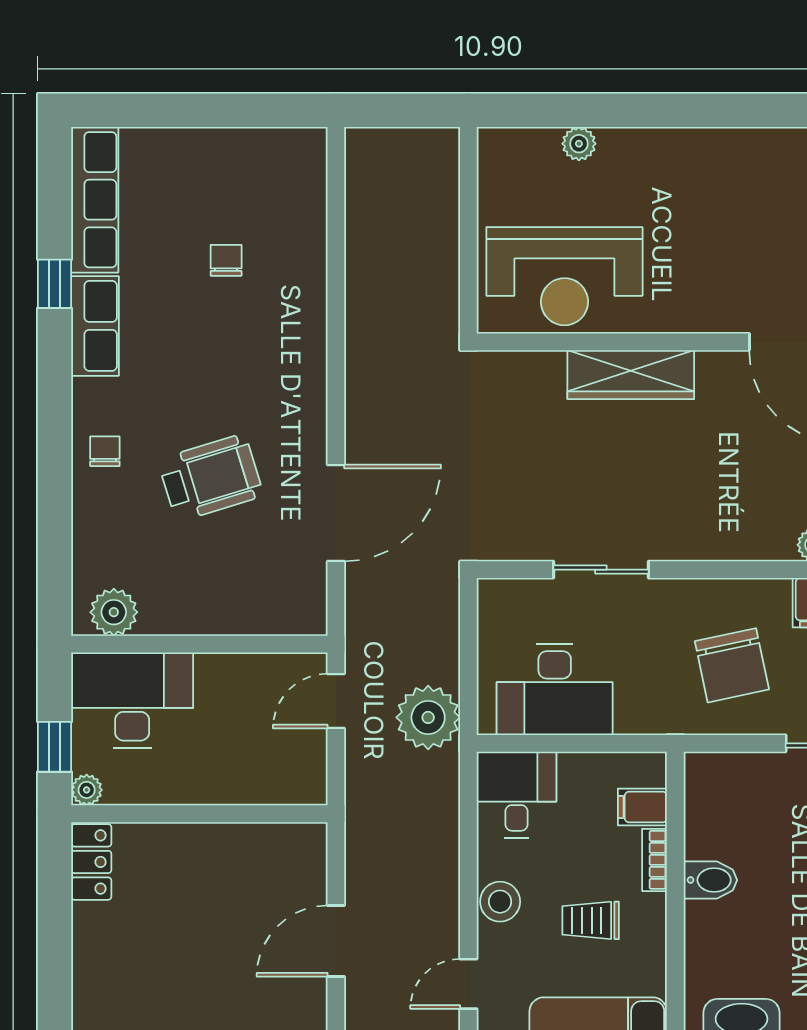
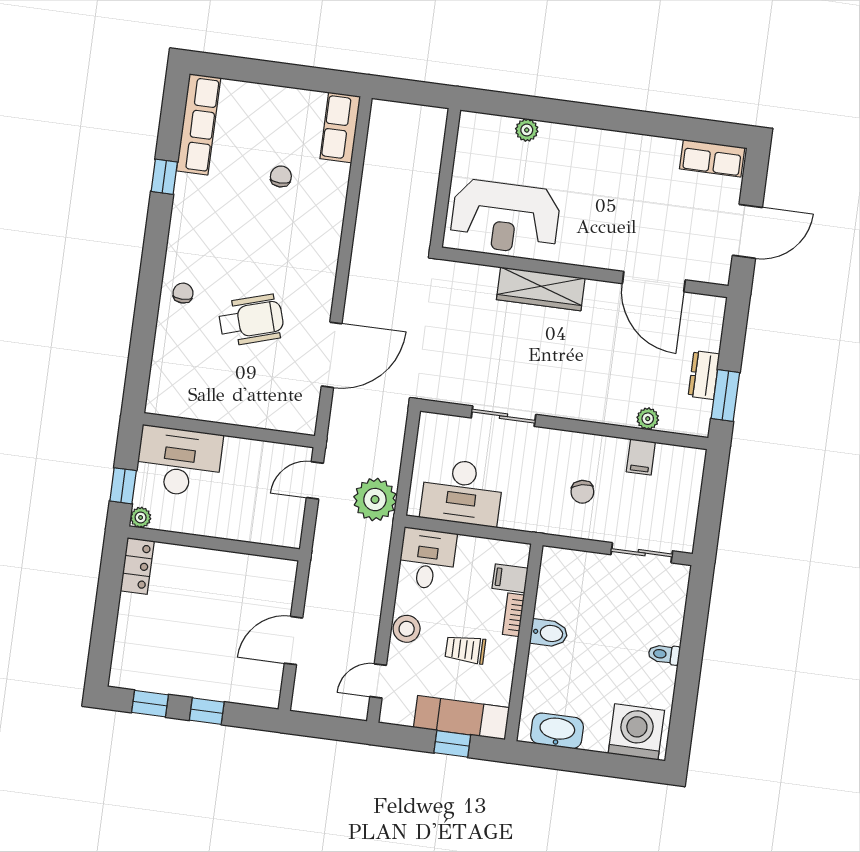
row of seats: (95, 326) -> (340, 128), moved, turned 180
plant: (114, 612) -> (175, 401), removed
chair: (732, 665) -> (582, 492), width x0.54, depth x0.54

